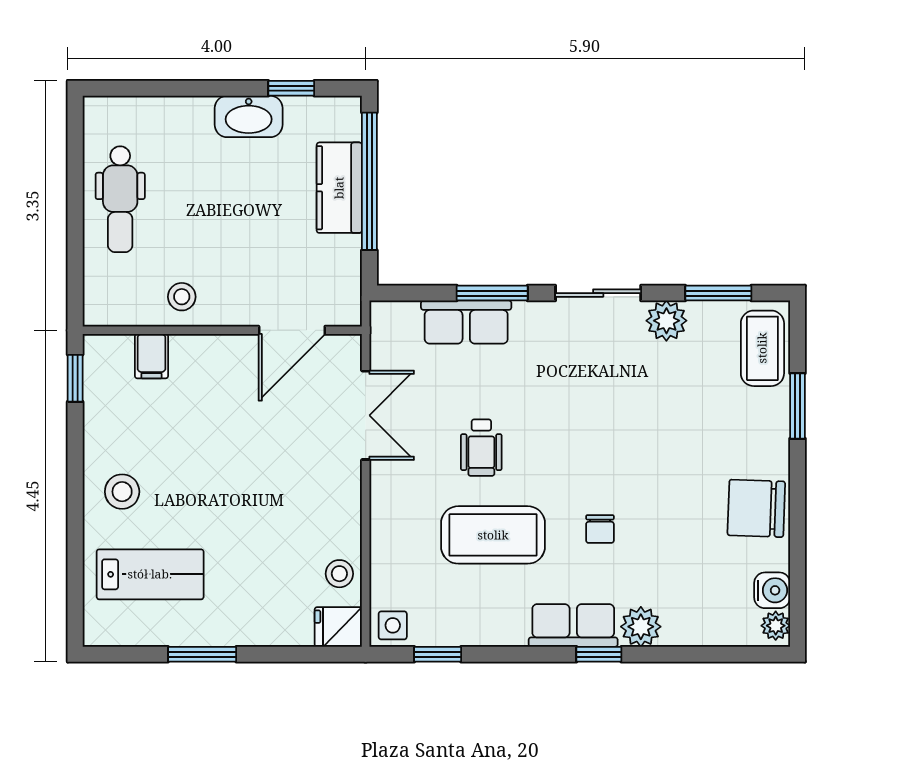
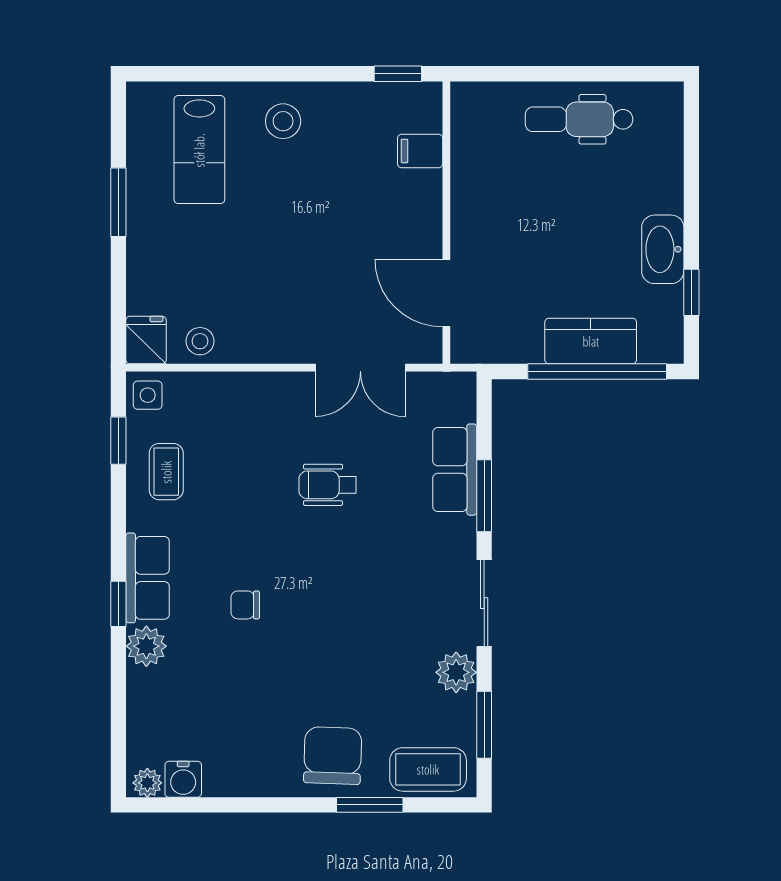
stool: (182, 297) -> (480, 182), removed
chair: (756, 508) -> (333, 756), moved
coffee table: (493, 535) -> (166, 472), moved, width x0.54, depth x0.58

